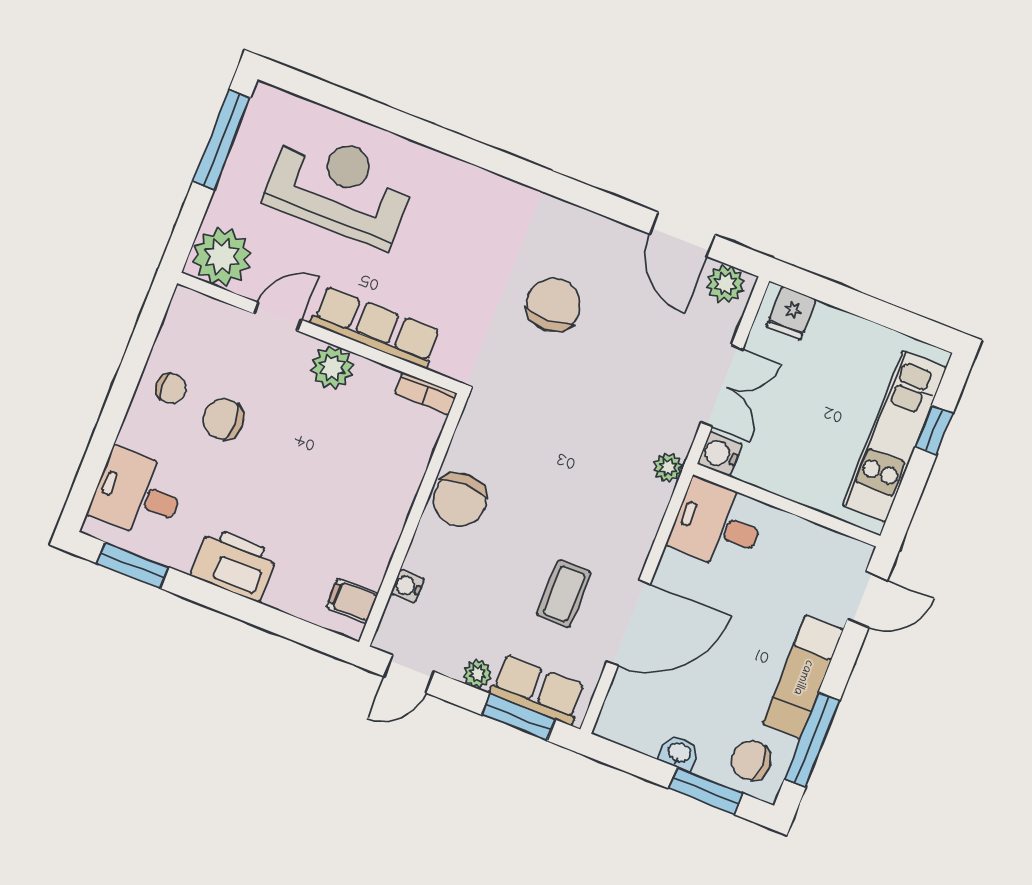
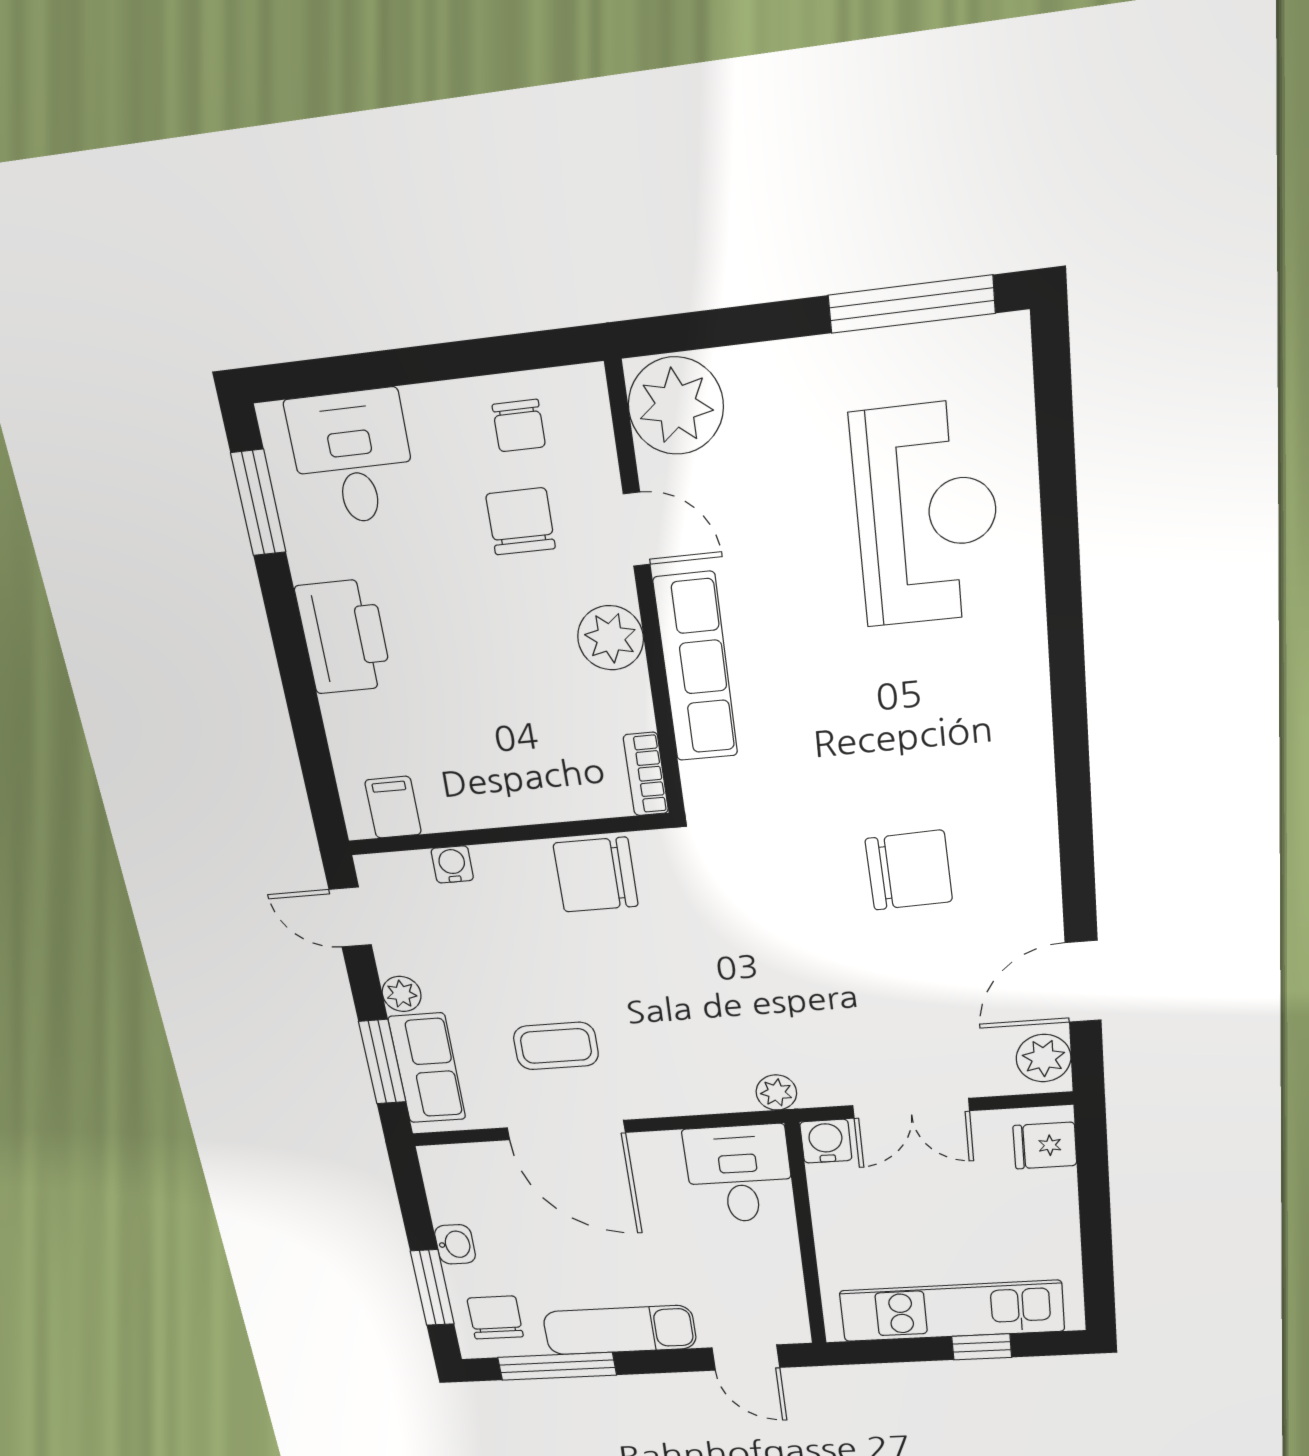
plant: (222, 257) -> (676, 406), moved
door: (278, 317) -> (637, 529), moved
row of seats: (376, 327) -> (696, 668), moved
wall: (319, 333) -> (646, 597), moved
plant: (332, 367) -> (611, 638), moved
bookcase: (426, 394) -> (646, 774), moved

